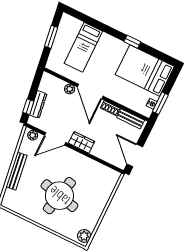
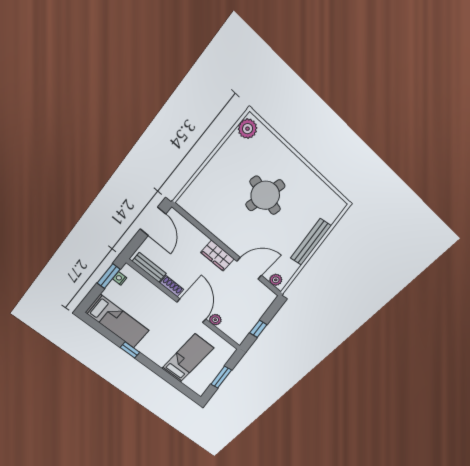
bed: (145, 70) -> (117, 321), width x0.67
dresser: (38, 104) -> (258, 313), removed
window: (28, 107) -> (258, 329), moved
round table: (59, 196) -> (265, 195), width x0.73, depth x0.73

